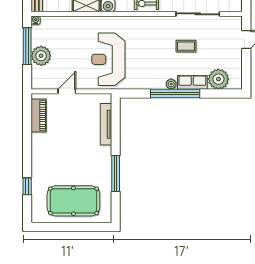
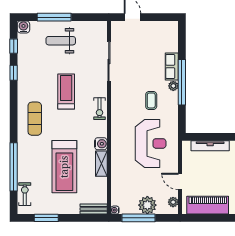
coffee table: (186, 46) -> (151, 100), moved
reception desk: (108, 59) -> (151, 143), turned -90
plant: (218, 79) -> (173, 202), moved, width x0.53, depth x0.53
piano: (39, 116) -> (208, 205), width x1.37, depth x1.33

